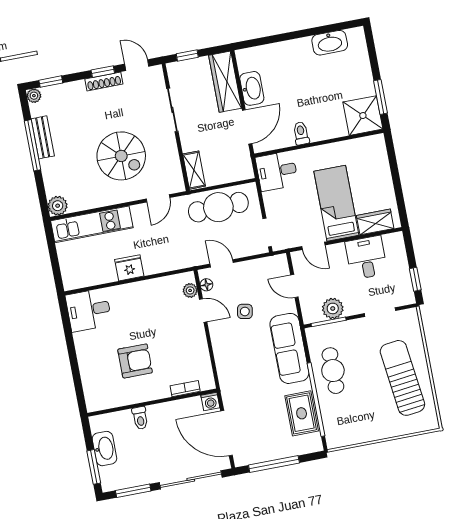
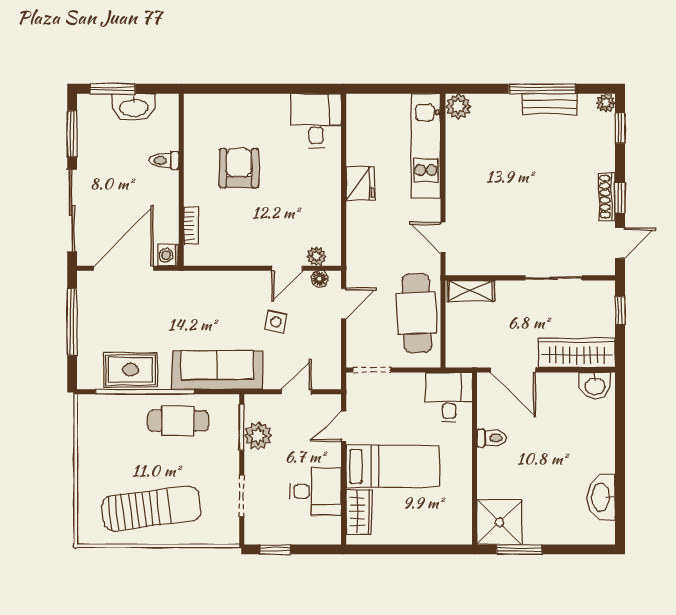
washbasin: (252, 88) -> (595, 386), moved, width x0.72
spiral stairs: (121, 156) -> (507, 201), removed
armchair: (135, 361) -> (239, 168), turned 180

